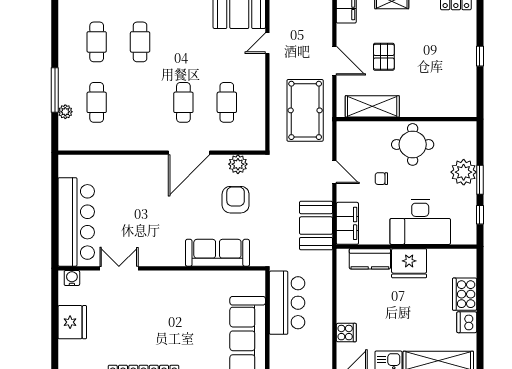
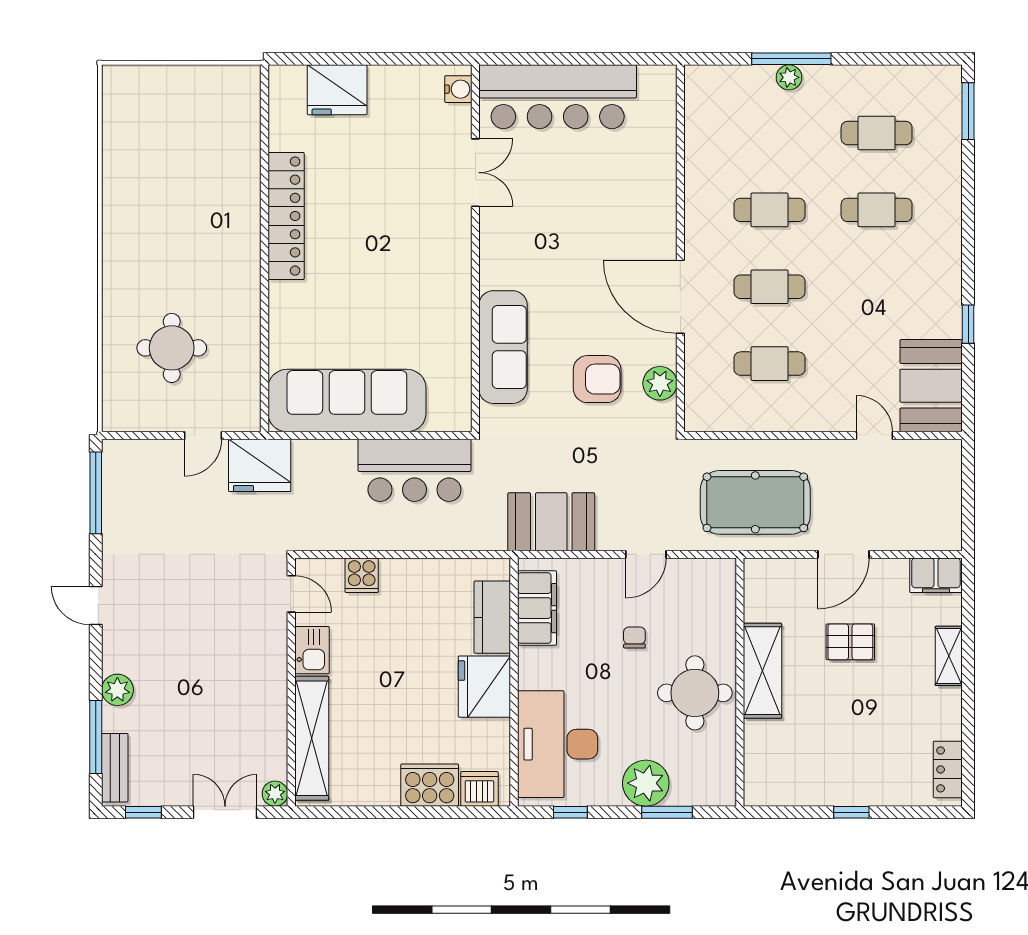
cafe table: (97, 102) -> (770, 210), moved
shelving: (372, 106) -> (762, 671), moved
plant: (65, 112) -> (789, 77), moved
window: (480, 180) -> (667, 812), moved
desk: (420, 222) -> (558, 744), moved
filing cabinet: (347, 223) -> (537, 608), moved, turned -90
fridge: (72, 322) -> (337, 90), moved
dishwasher: (467, 322) -> (479, 789), moved

